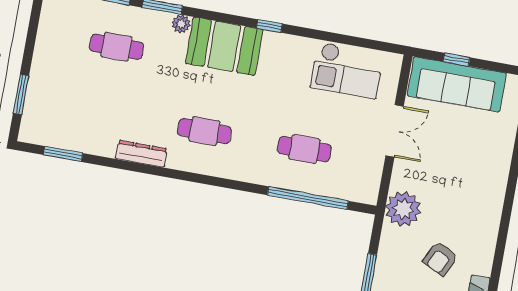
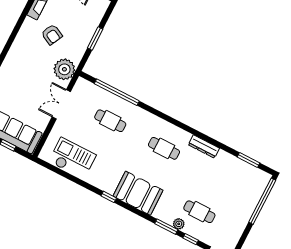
plant: (181, 24) -> (179, 224), moved
window: (21, 94) -> (262, 201), width x2.11
double door: (395, 131) -> (61, 104), moved
armchair: (440, 259) -> (52, 35), turned 91

